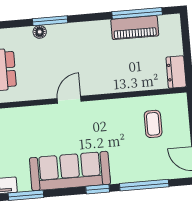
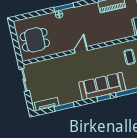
sofa: (70, 171) -> (102, 86), moved

